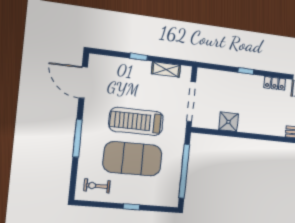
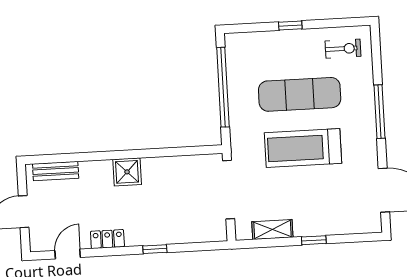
treadmill: (136, 121) -> (303, 148), turned 180
shower: (228, 122) -> (127, 172), moved
exercise mat: (133, 159) -> (300, 94), width x0.68

